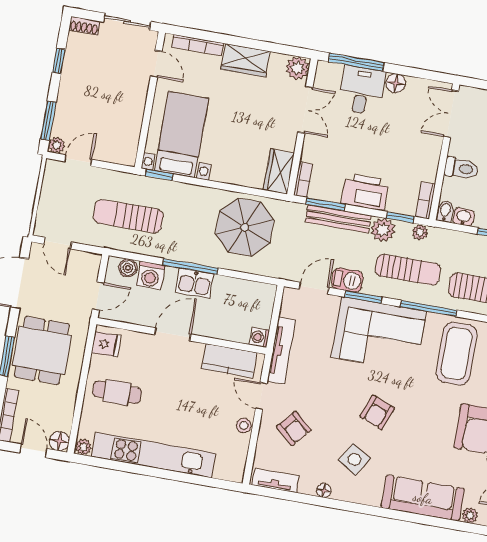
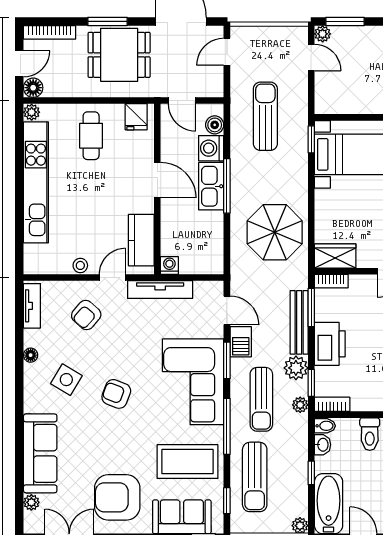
kitchen sink: (194, 283) -> (211, 186), width x1.38

